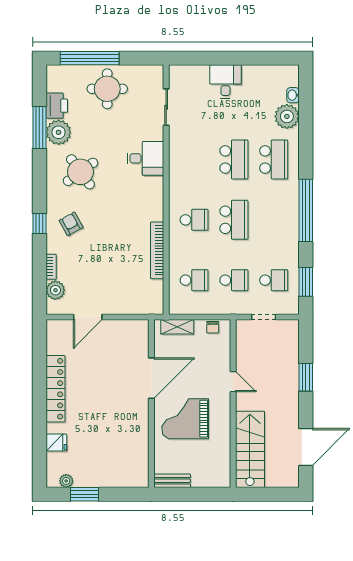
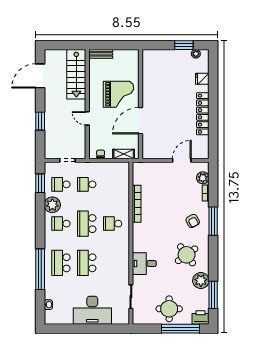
desk: (225, 81) -> (92, 310), width x1.87, depth x1.30
printer: (57, 106) -> (201, 318), moved, turned 90
plant: (287, 116) -> (52, 205), moved
window: (39, 128) -> (213, 295), moved
window: (306, 210) -> (40, 269), moved
window: (39, 224) -> (213, 221), width x2.17
school desk: (194, 280) -> (61, 224), moved
bench: (172, 481) -> (101, 54), moved

